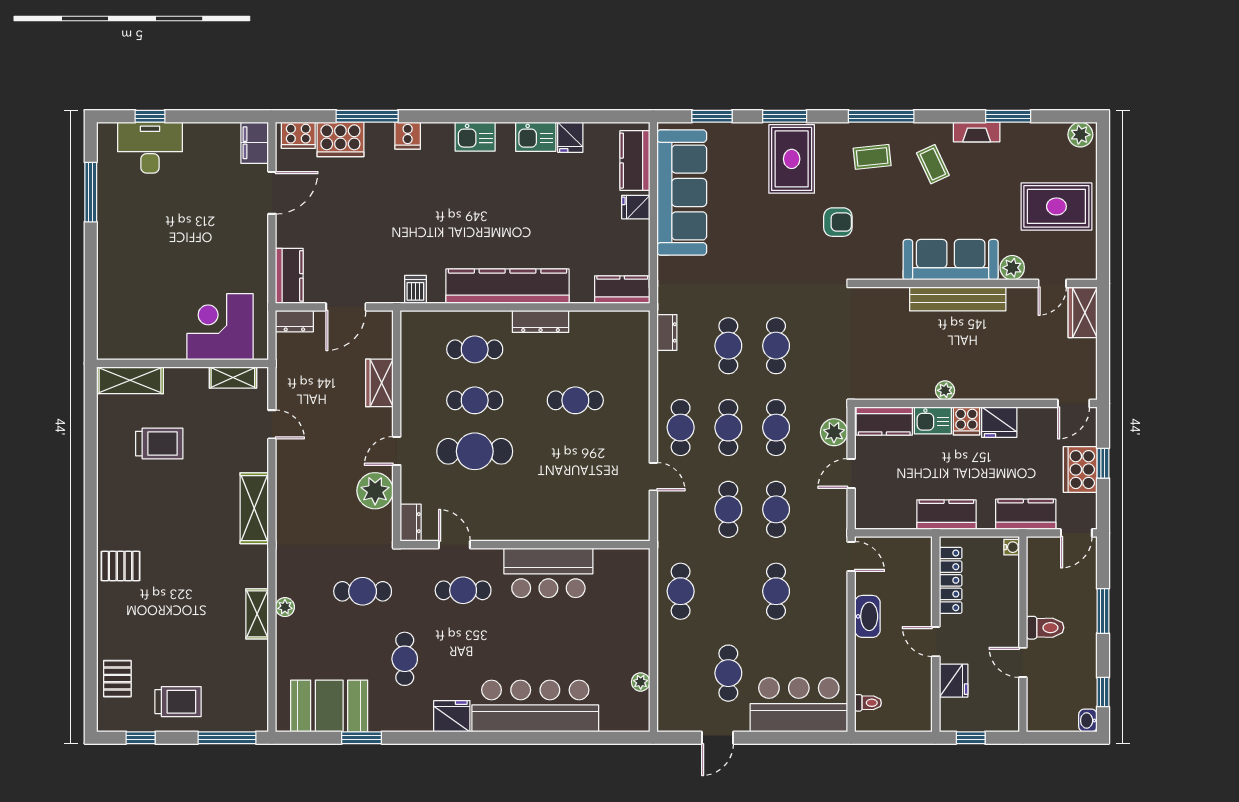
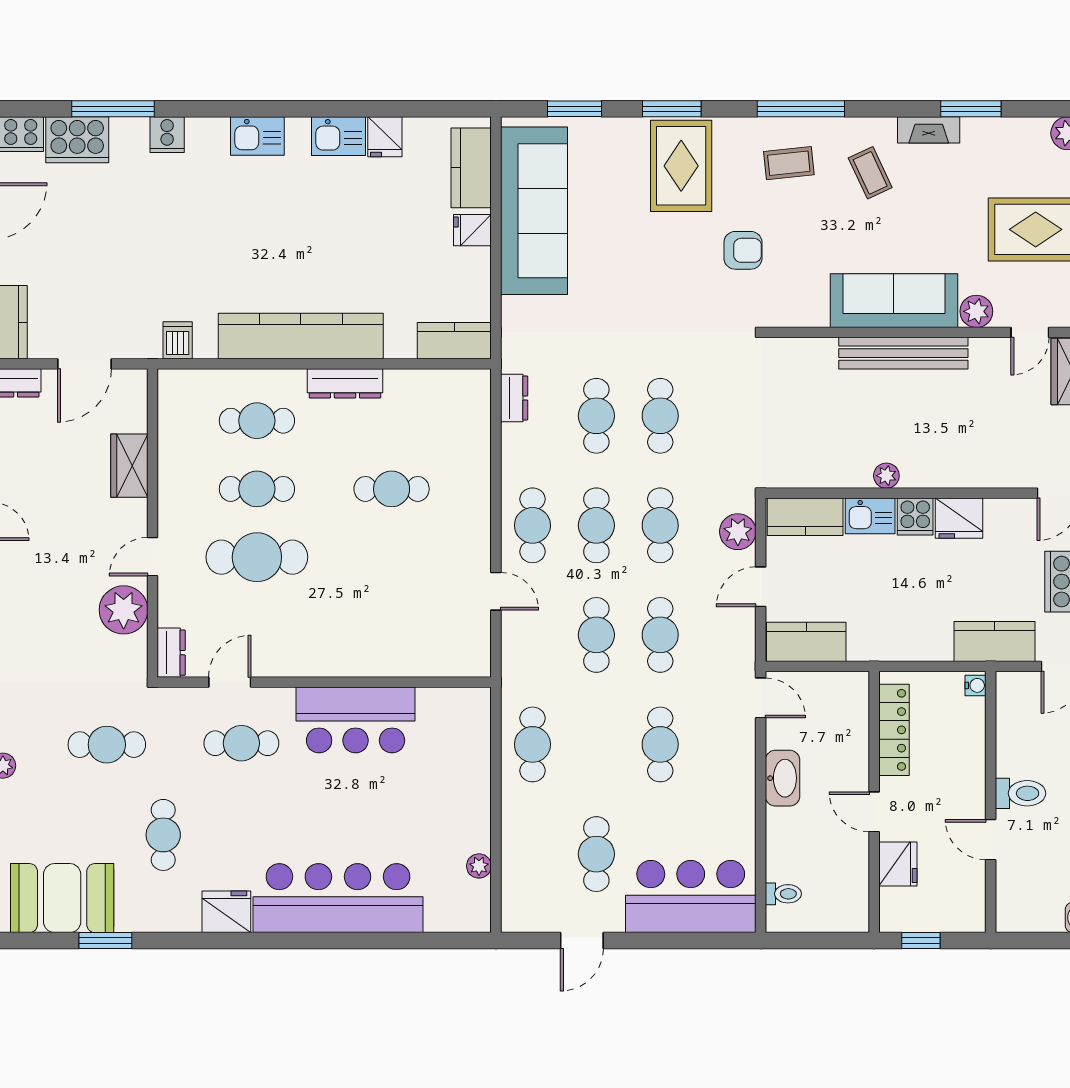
kitchen counter: (946, 515) -> (806, 642), moved
door: (454, 545) -> (230, 682), hinge flipped

